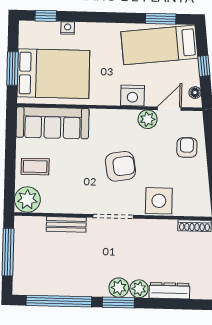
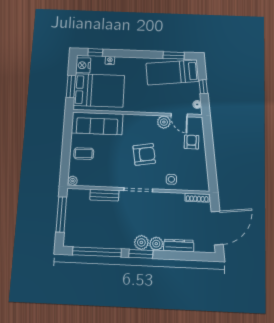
nightstand: (132, 96) -> (83, 65), moved, turned 90
door: (169, 109) -> (179, 115), swing flipped
plant: (27, 200) -> (73, 181), width x0.53, depth x0.53
side table: (159, 201) -> (171, 179), width x0.54, depth x0.54

